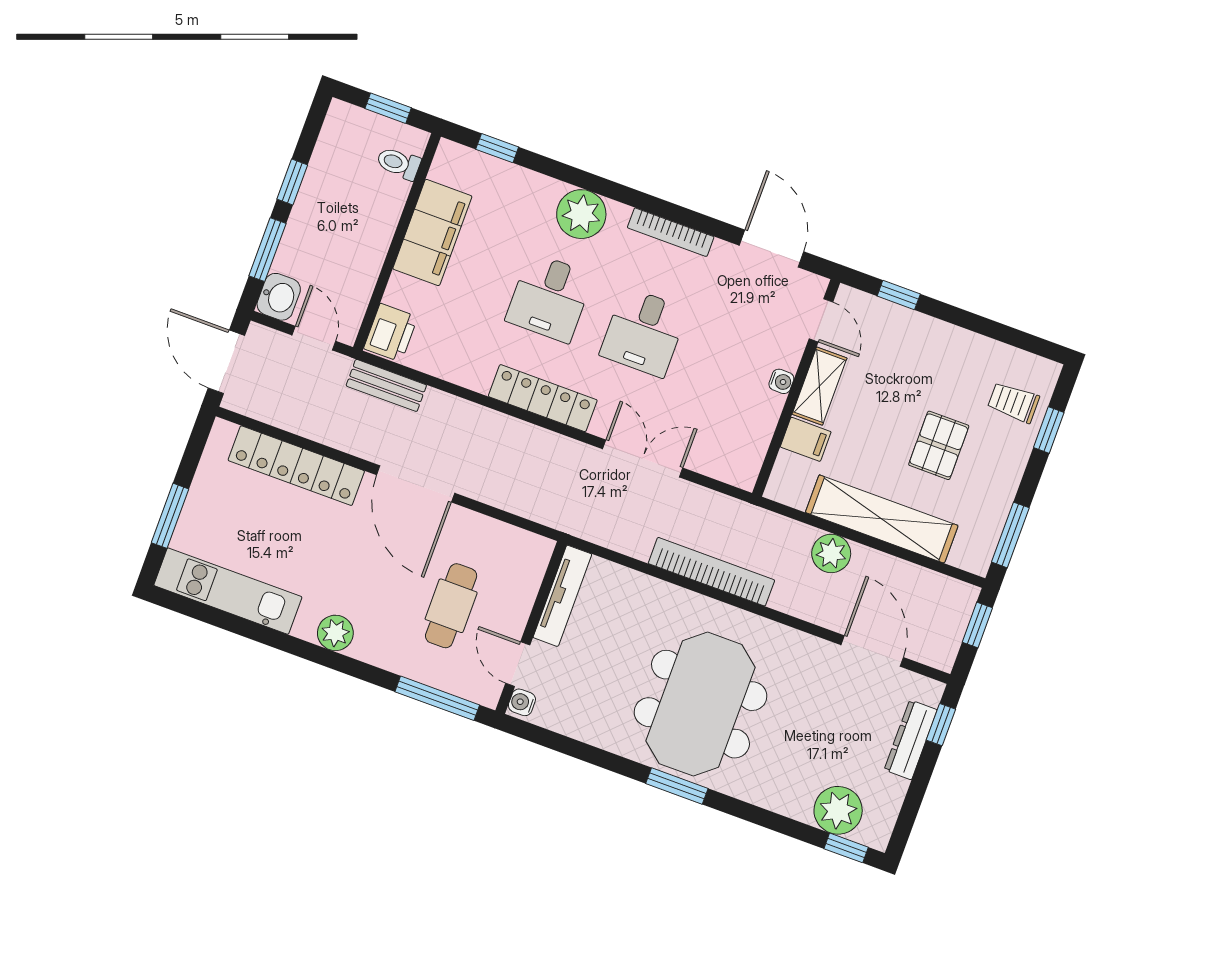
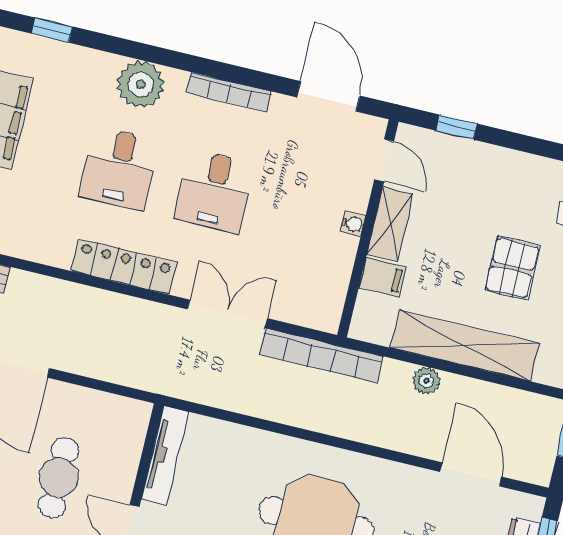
plant: (831, 553) -> (426, 381), width x0.73, depth x0.73
bookcase: (711, 572) -> (321, 356), moved, turned 180

